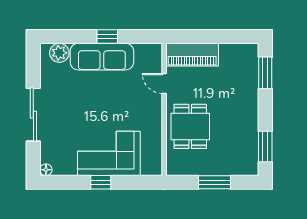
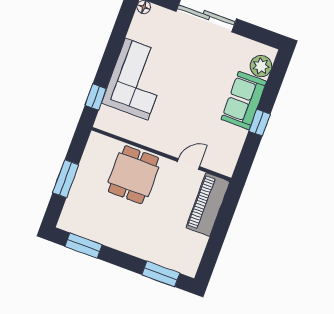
sofa: (102, 57) -> (244, 100), width x0.73
dining table: (190, 126) -> (133, 175), turned 90
window: (101, 182) -> (96, 97), moved

